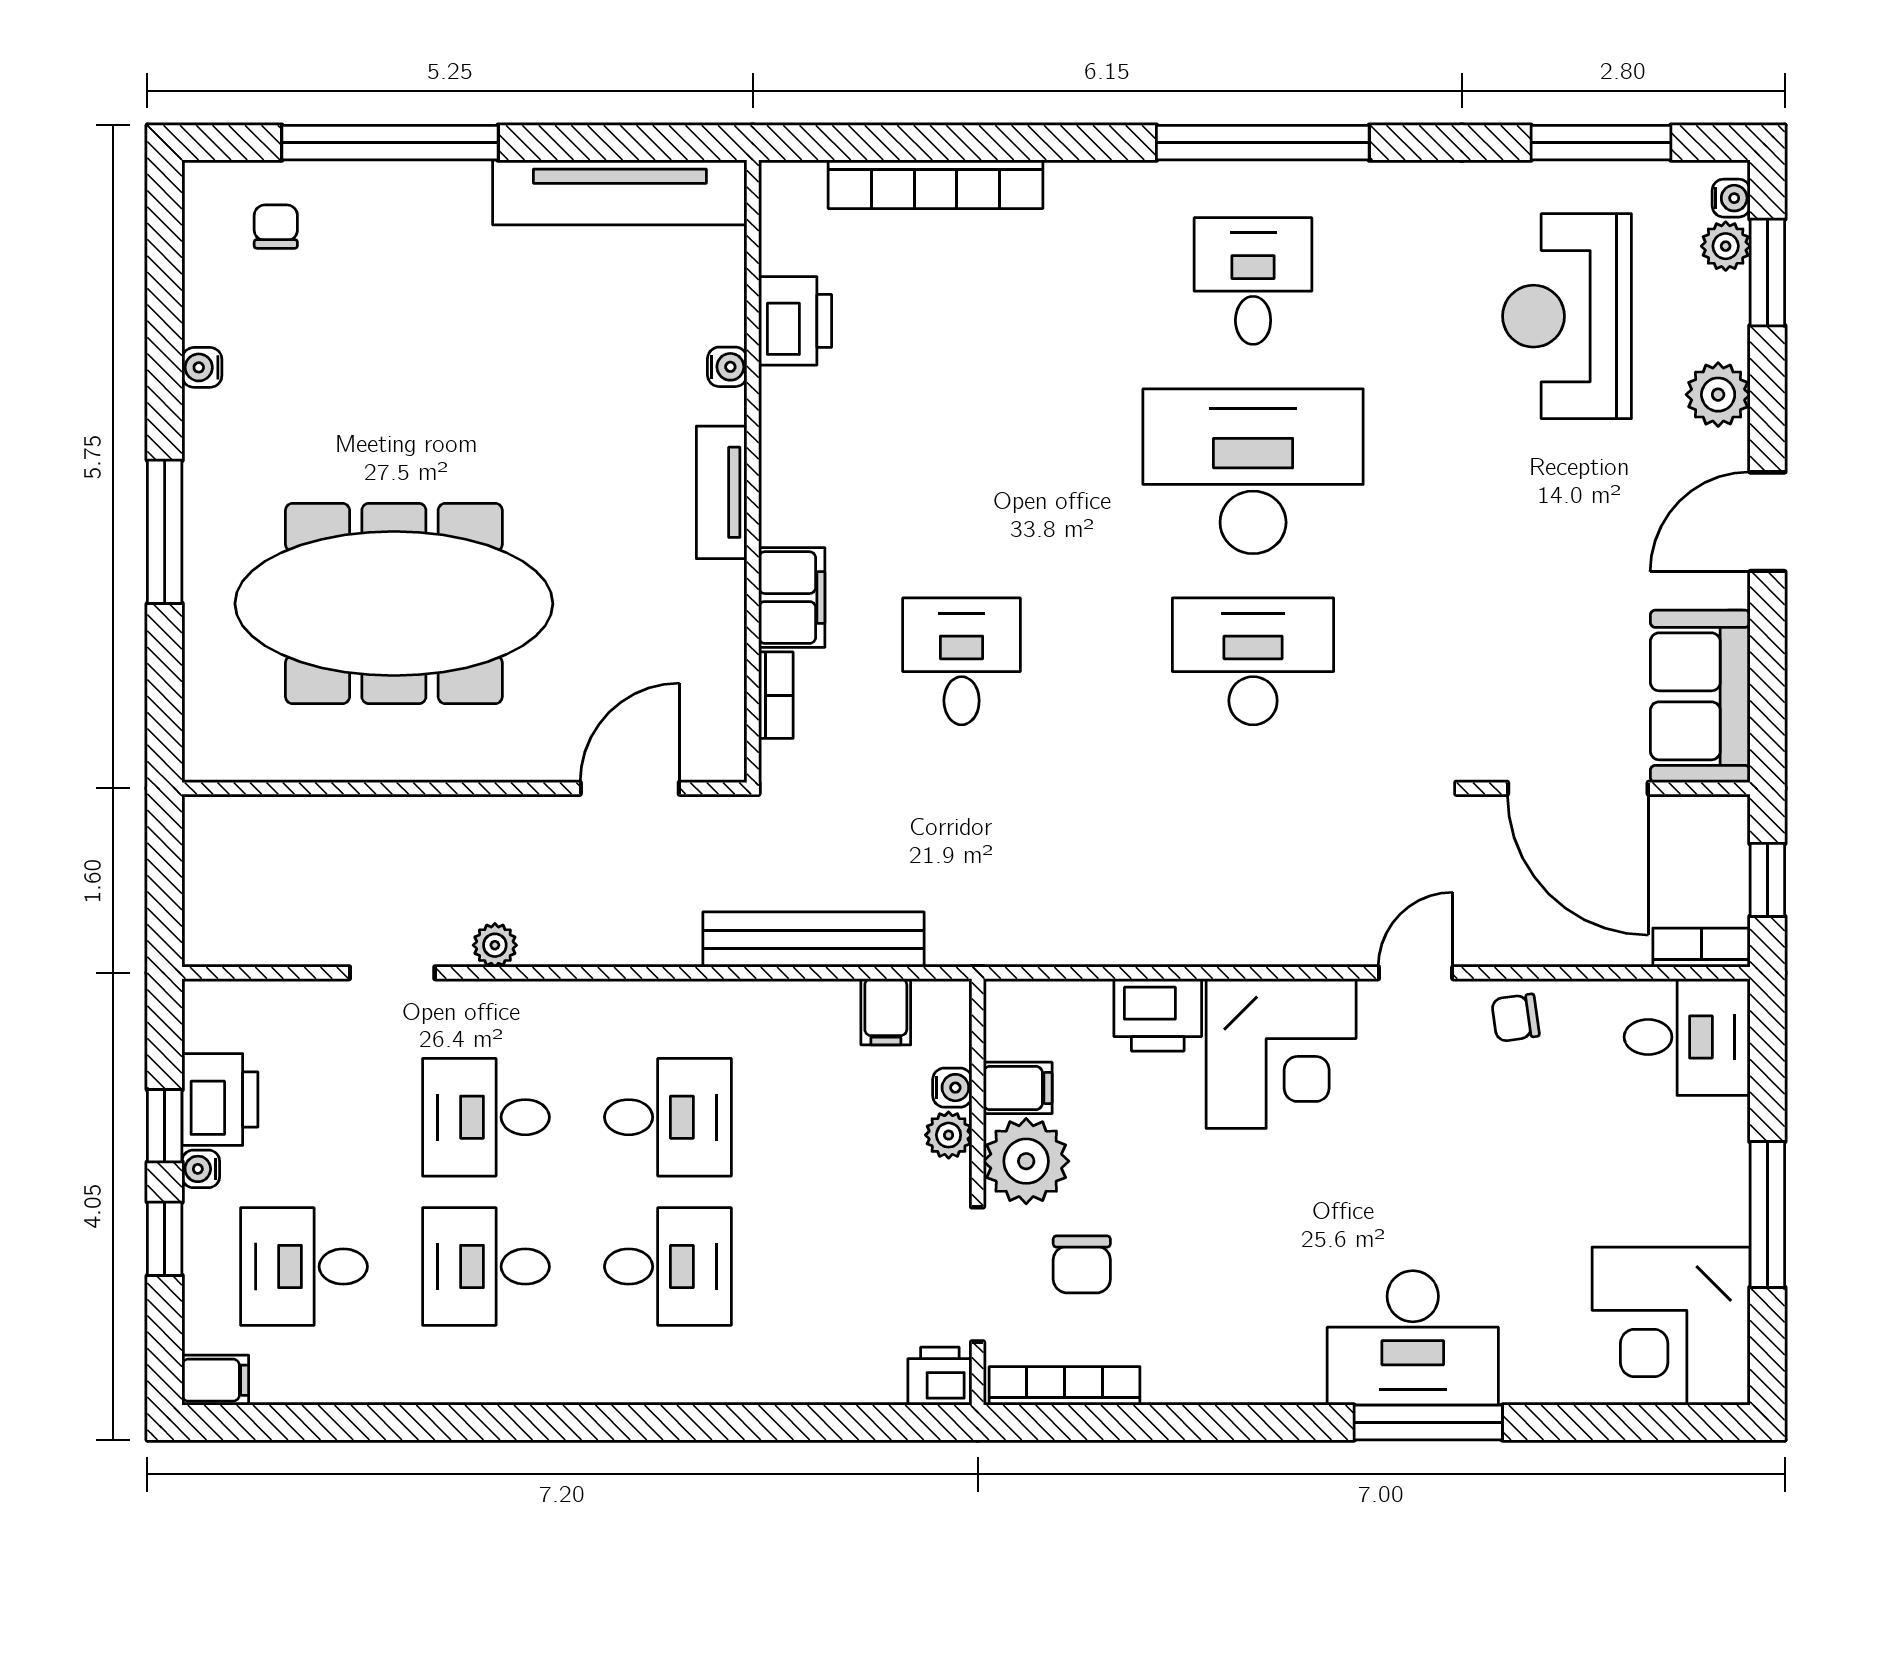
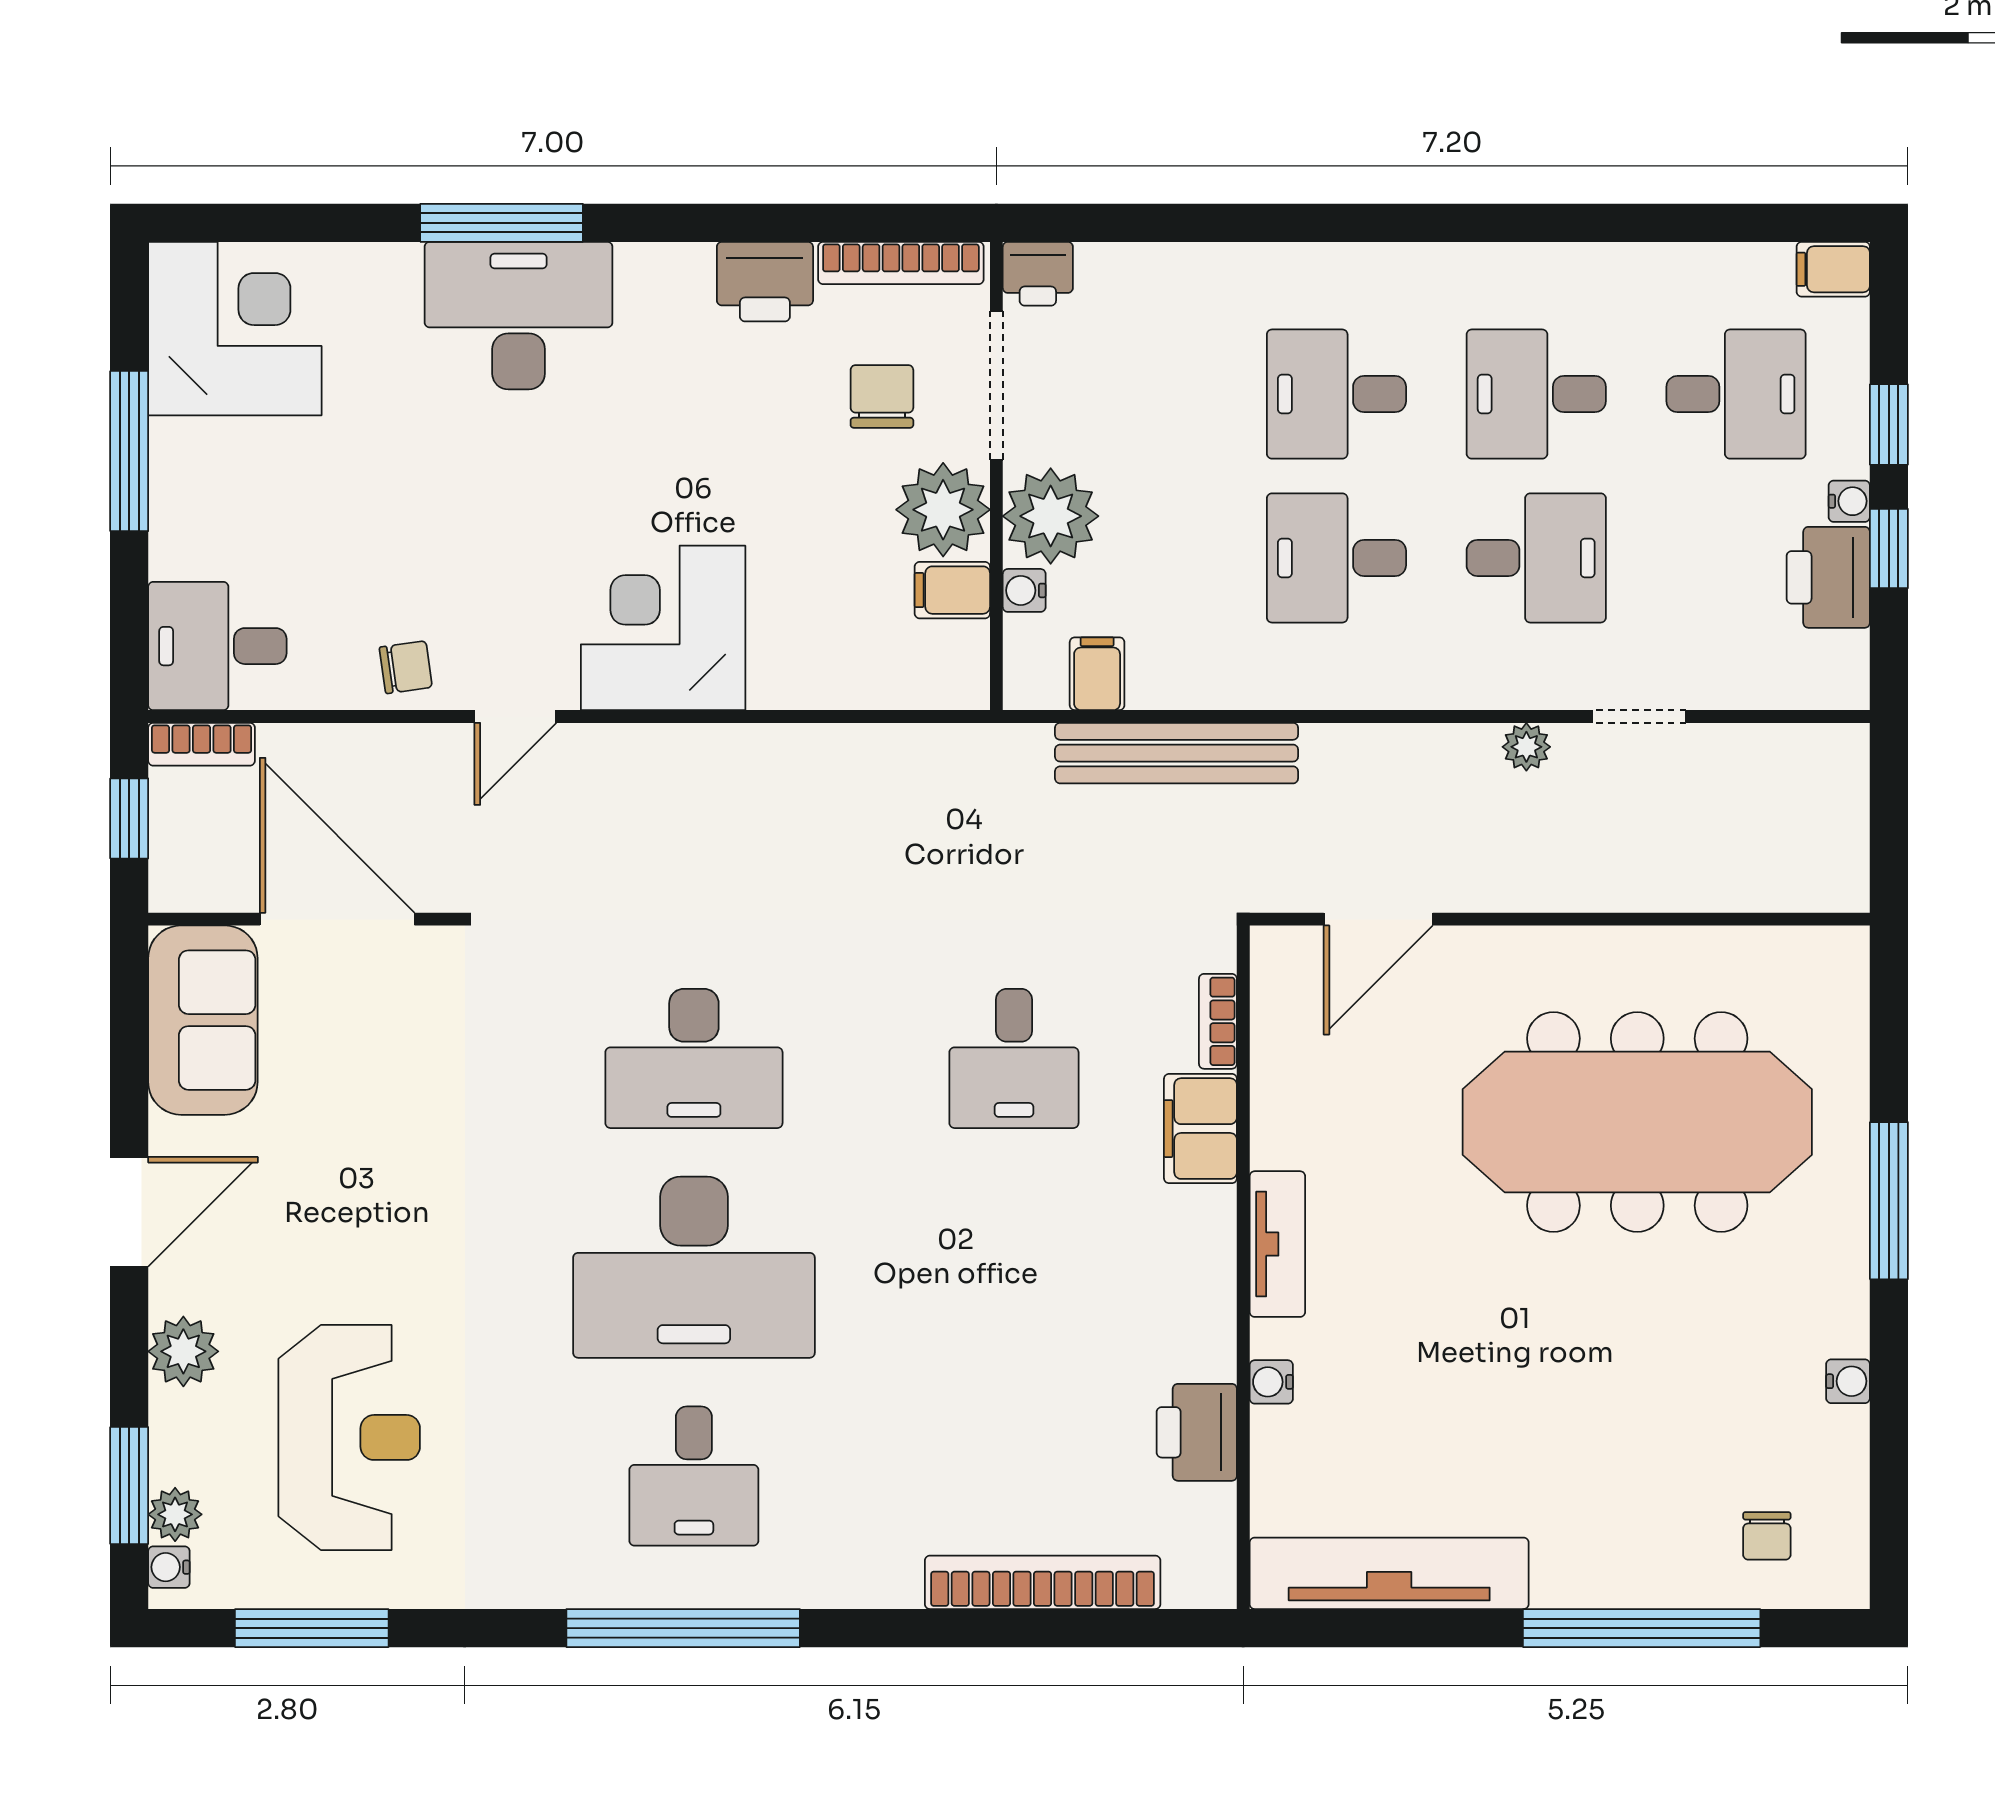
printer: (1158, 1015) -> (765, 282), moved, turned 180
plant: (949, 1135) -> (1051, 516), width x1.87, depth x1.87
desk: (486, 1267) -> (1536, 394), turned 180

